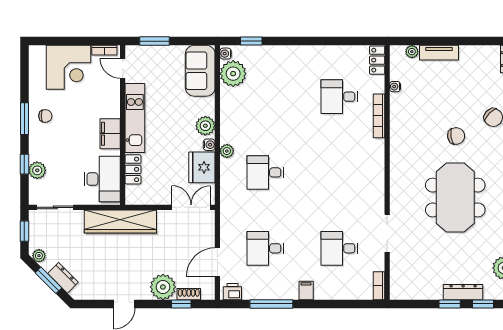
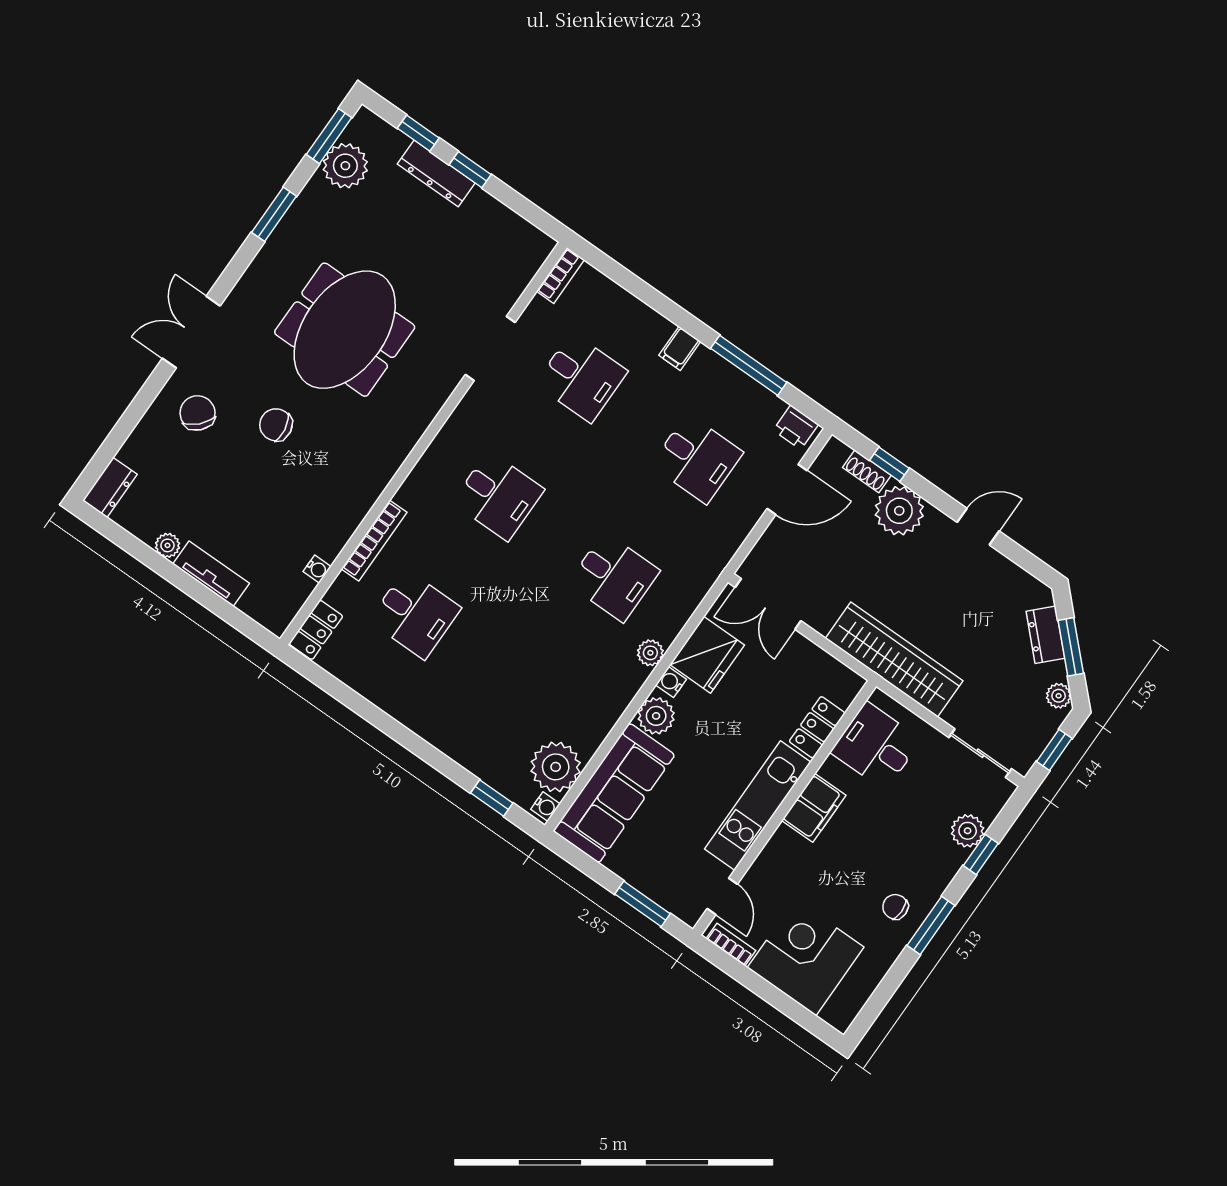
plant: (412, 52) -> (167, 545), moved
sofa: (200, 71) -> (614, 793), width x1.36
desk: (339, 172) -> (498, 496), added
desk: (102, 179) -> (876, 746), width x0.73

